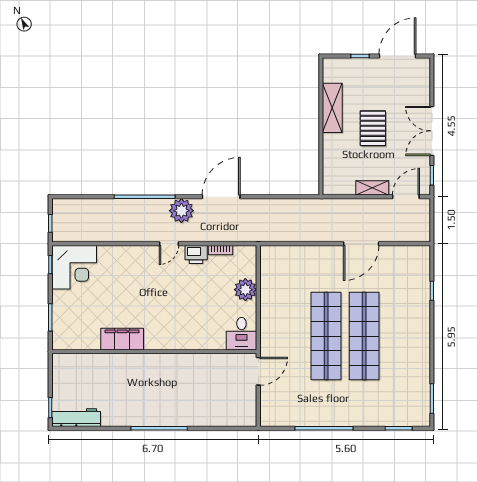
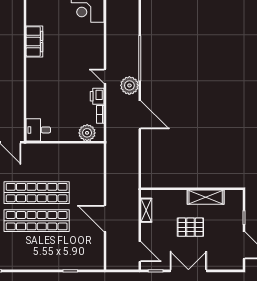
shelving: (372, 188) -> (146, 210), moved
plant: (245, 290) -> (87, 133), moved

